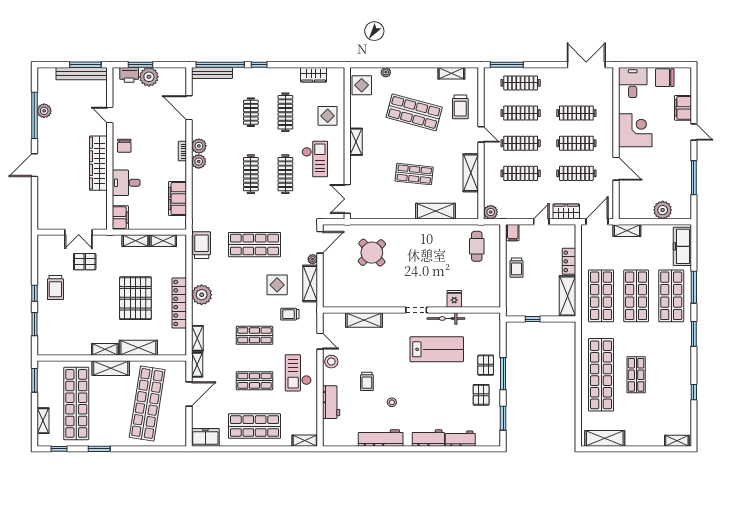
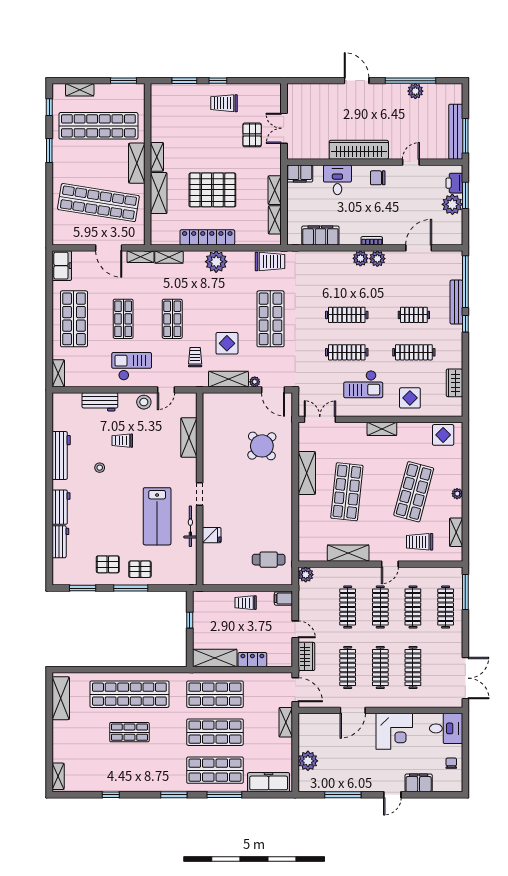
plant: (386, 72) -> (457, 494), moved
bench: (212, 73) -> (456, 302), moved
chair: (665, 78) -> (451, 763), width x0.54, depth x0.54
shop shelf: (414, 174) -> (347, 492), width x1.43, depth x1.36
shelving: (436, 211) -> (307, 473), moved

